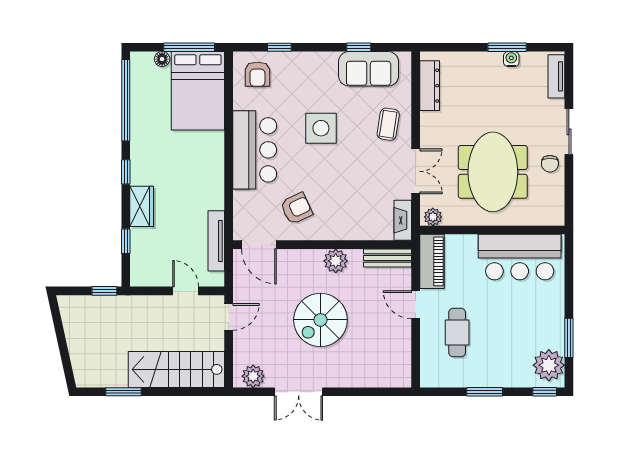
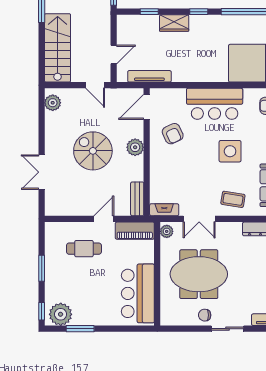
plant: (336, 261) -> (135, 147), moved
double door: (299, 392) -> (42, 172), moved

